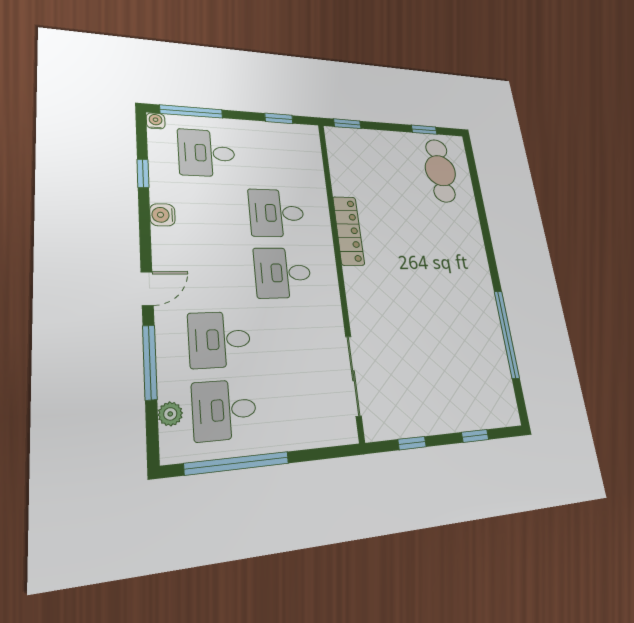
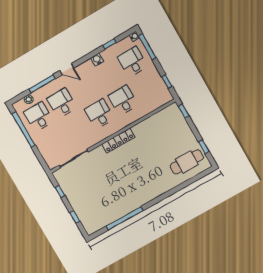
locker: (349, 231) -> (118, 141), moved

